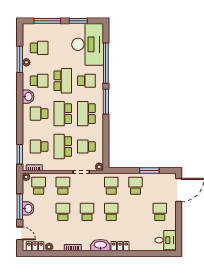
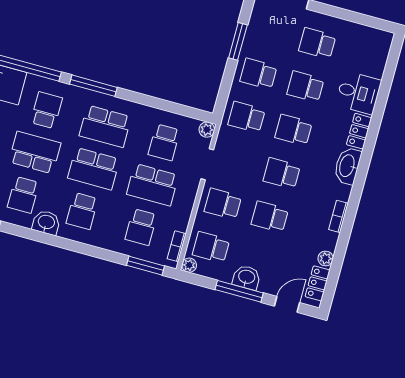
school desk: (39, 81) -> (23, 195), turned 180
school desk: (135, 212) -> (305, 87), added
desk: (166, 240) -> (358, 93), moved, turned 90

